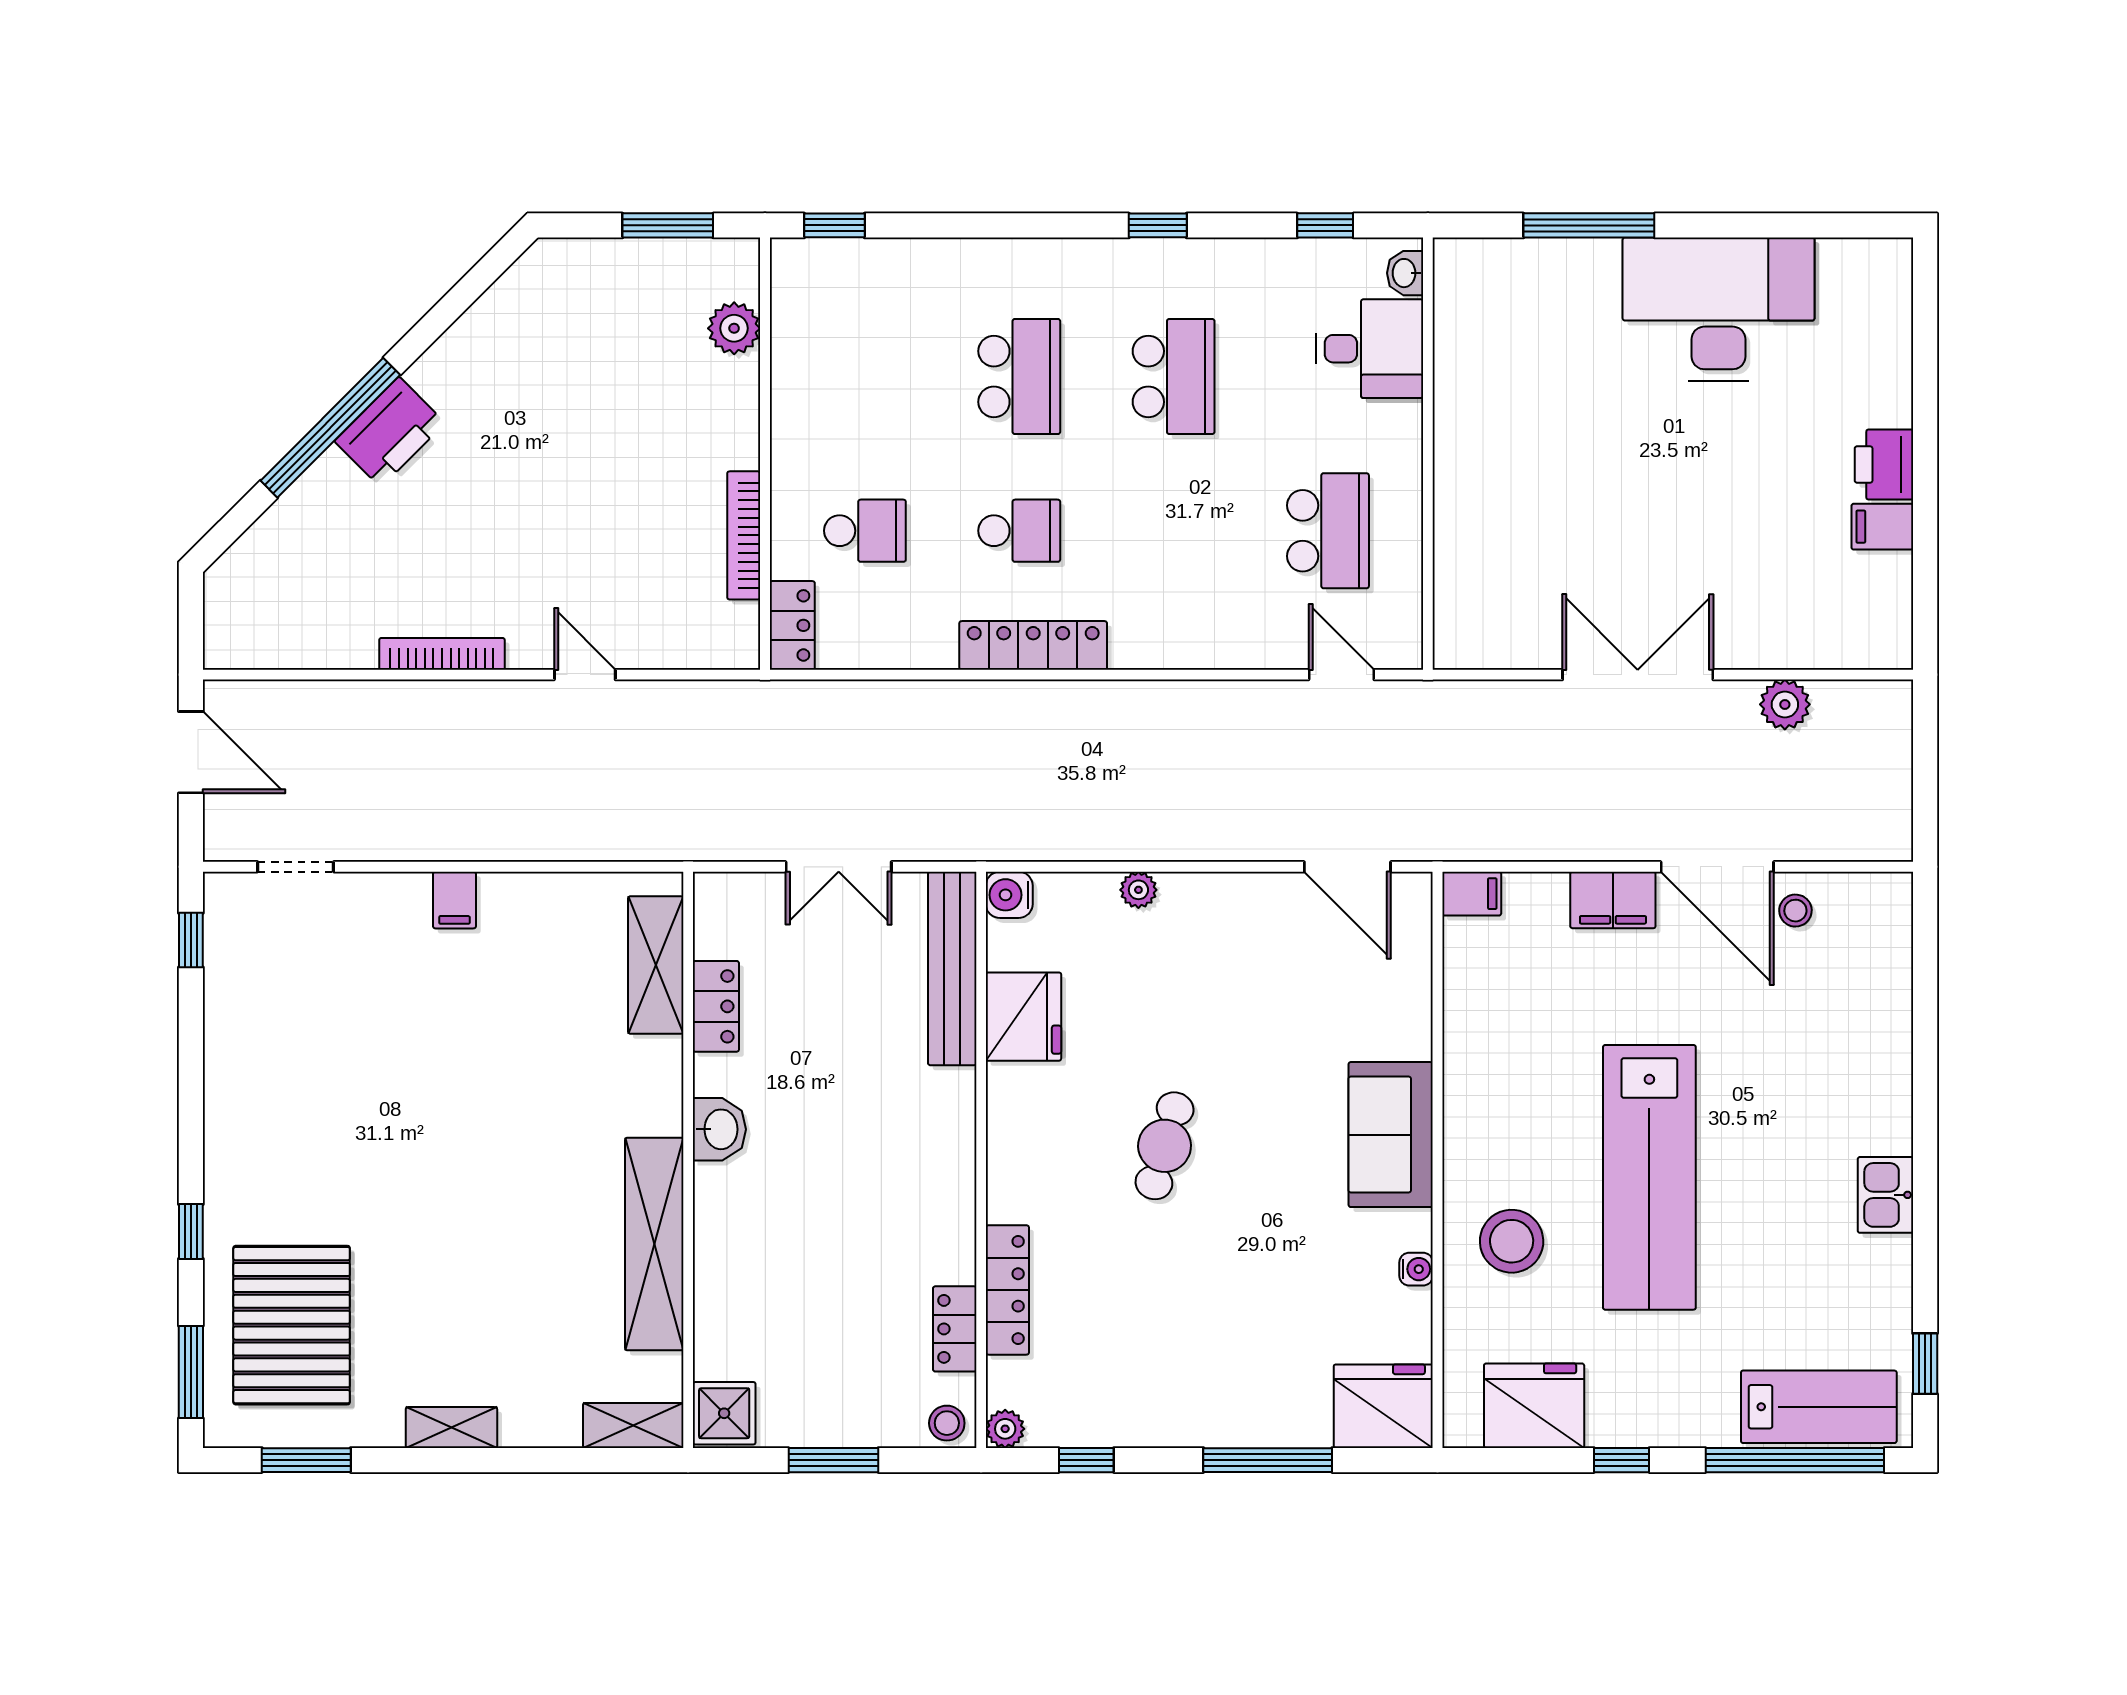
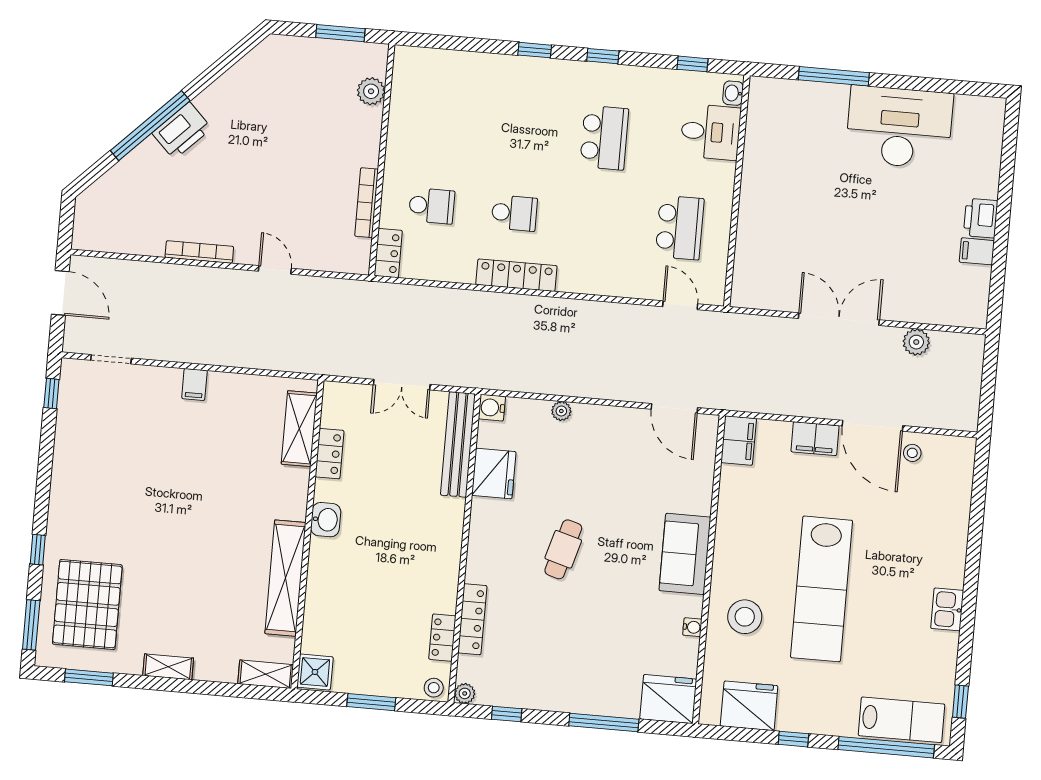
window: (834, 225) -> (535, 50), moved
school desk: (1019, 377) -> (522, 130), removed
filing cabinet: (1472, 894) -> (739, 440), width x2.00

